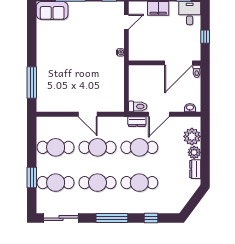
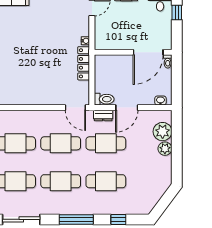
window: (205, 37) -> (177, 13), moved
locker: (119, 73) -> (84, 63), added
door: (88, 114) -> (75, 108), moved
dresser: (195, 169) -> (166, 167), removed

